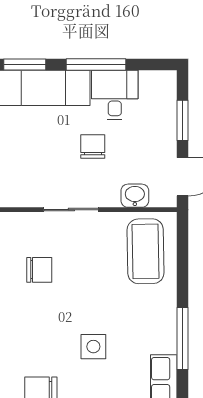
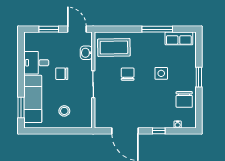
window: (96, 64) -> (21, 72), removed
stool: (18, 151) -> (64, 111), added
chair: (39, 270) -> (128, 74), moved

